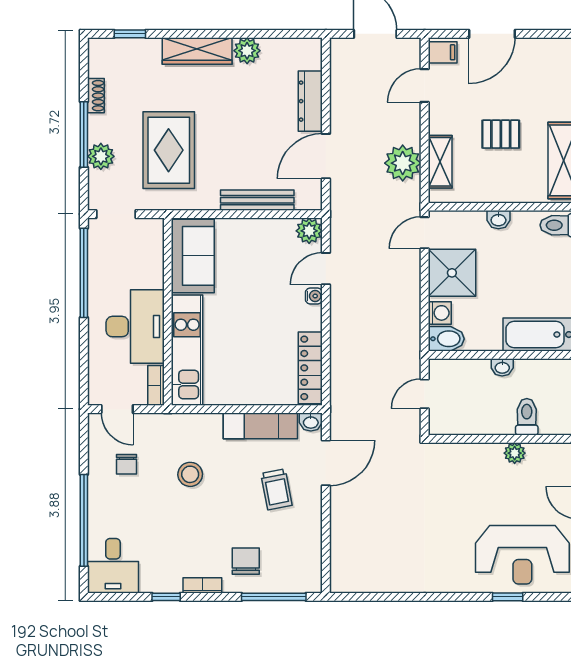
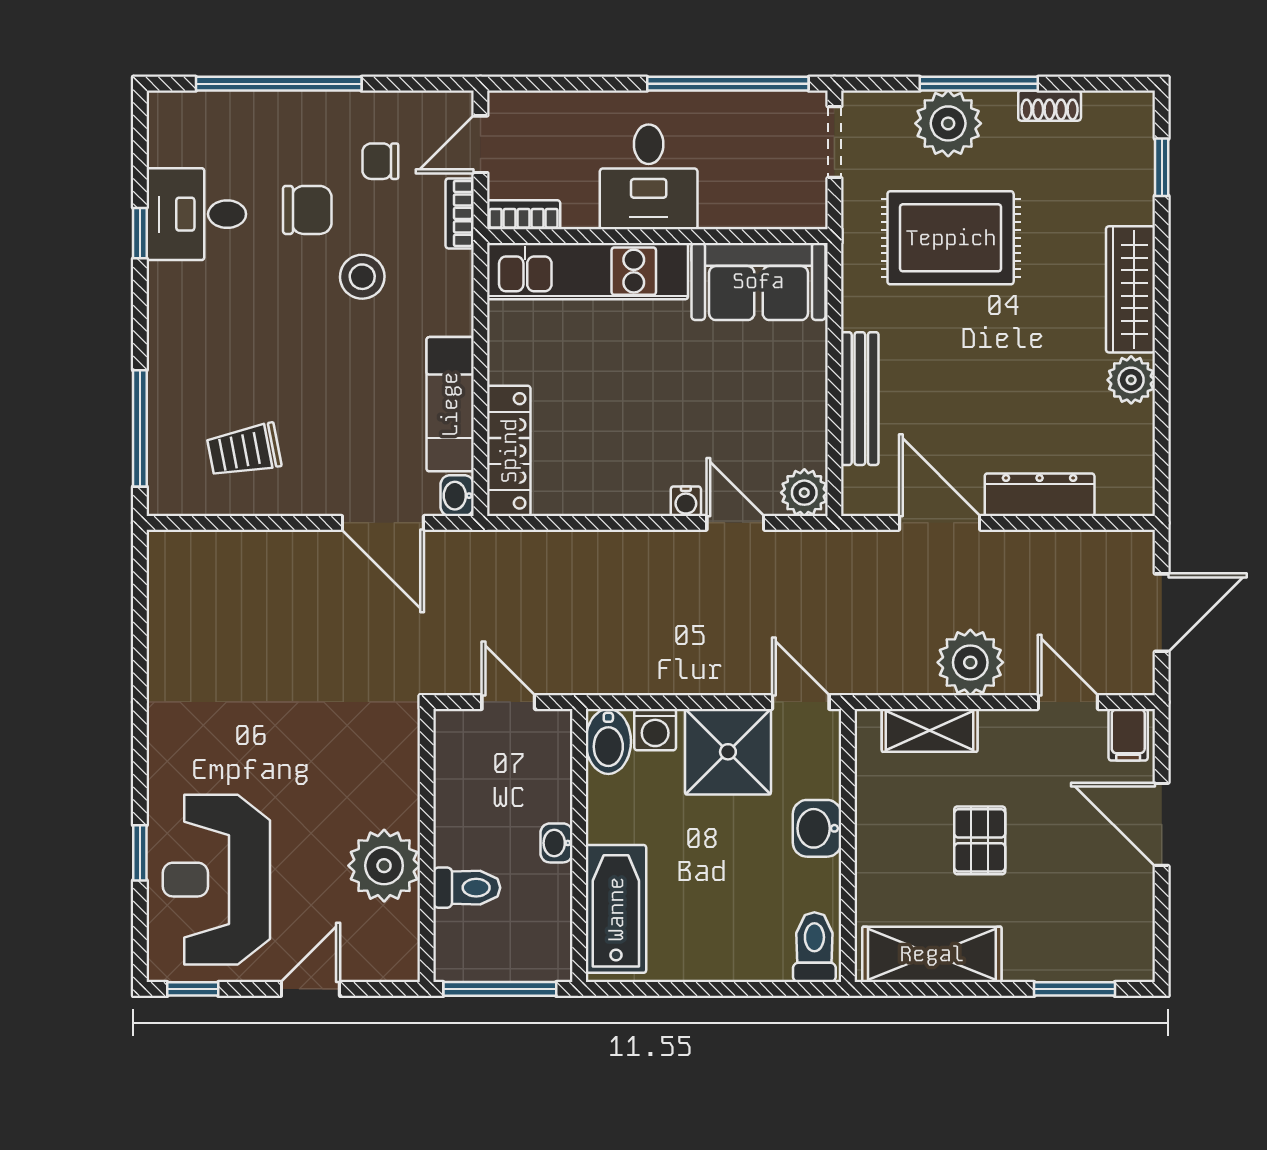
plant: (101, 156) -> (948, 123), width x1.36, depth x1.36
plant: (403, 163) -> (970, 662), moved
washbasin: (498, 220) -> (817, 828), width x1.38, depth x1.45
desk: (135, 327) -> (649, 177), width x0.73
locker: (310, 368) -> (509, 451), moved, turned 90
plant: (515, 453) -> (384, 866), width x1.88, depth x1.88
trolley: (276, 489) -> (244, 450), moved
chair: (246, 561) -> (307, 210), moved
desk: (113, 566) -> (196, 214), moved
bookcase: (202, 585) -> (460, 213), moved, turned 180

